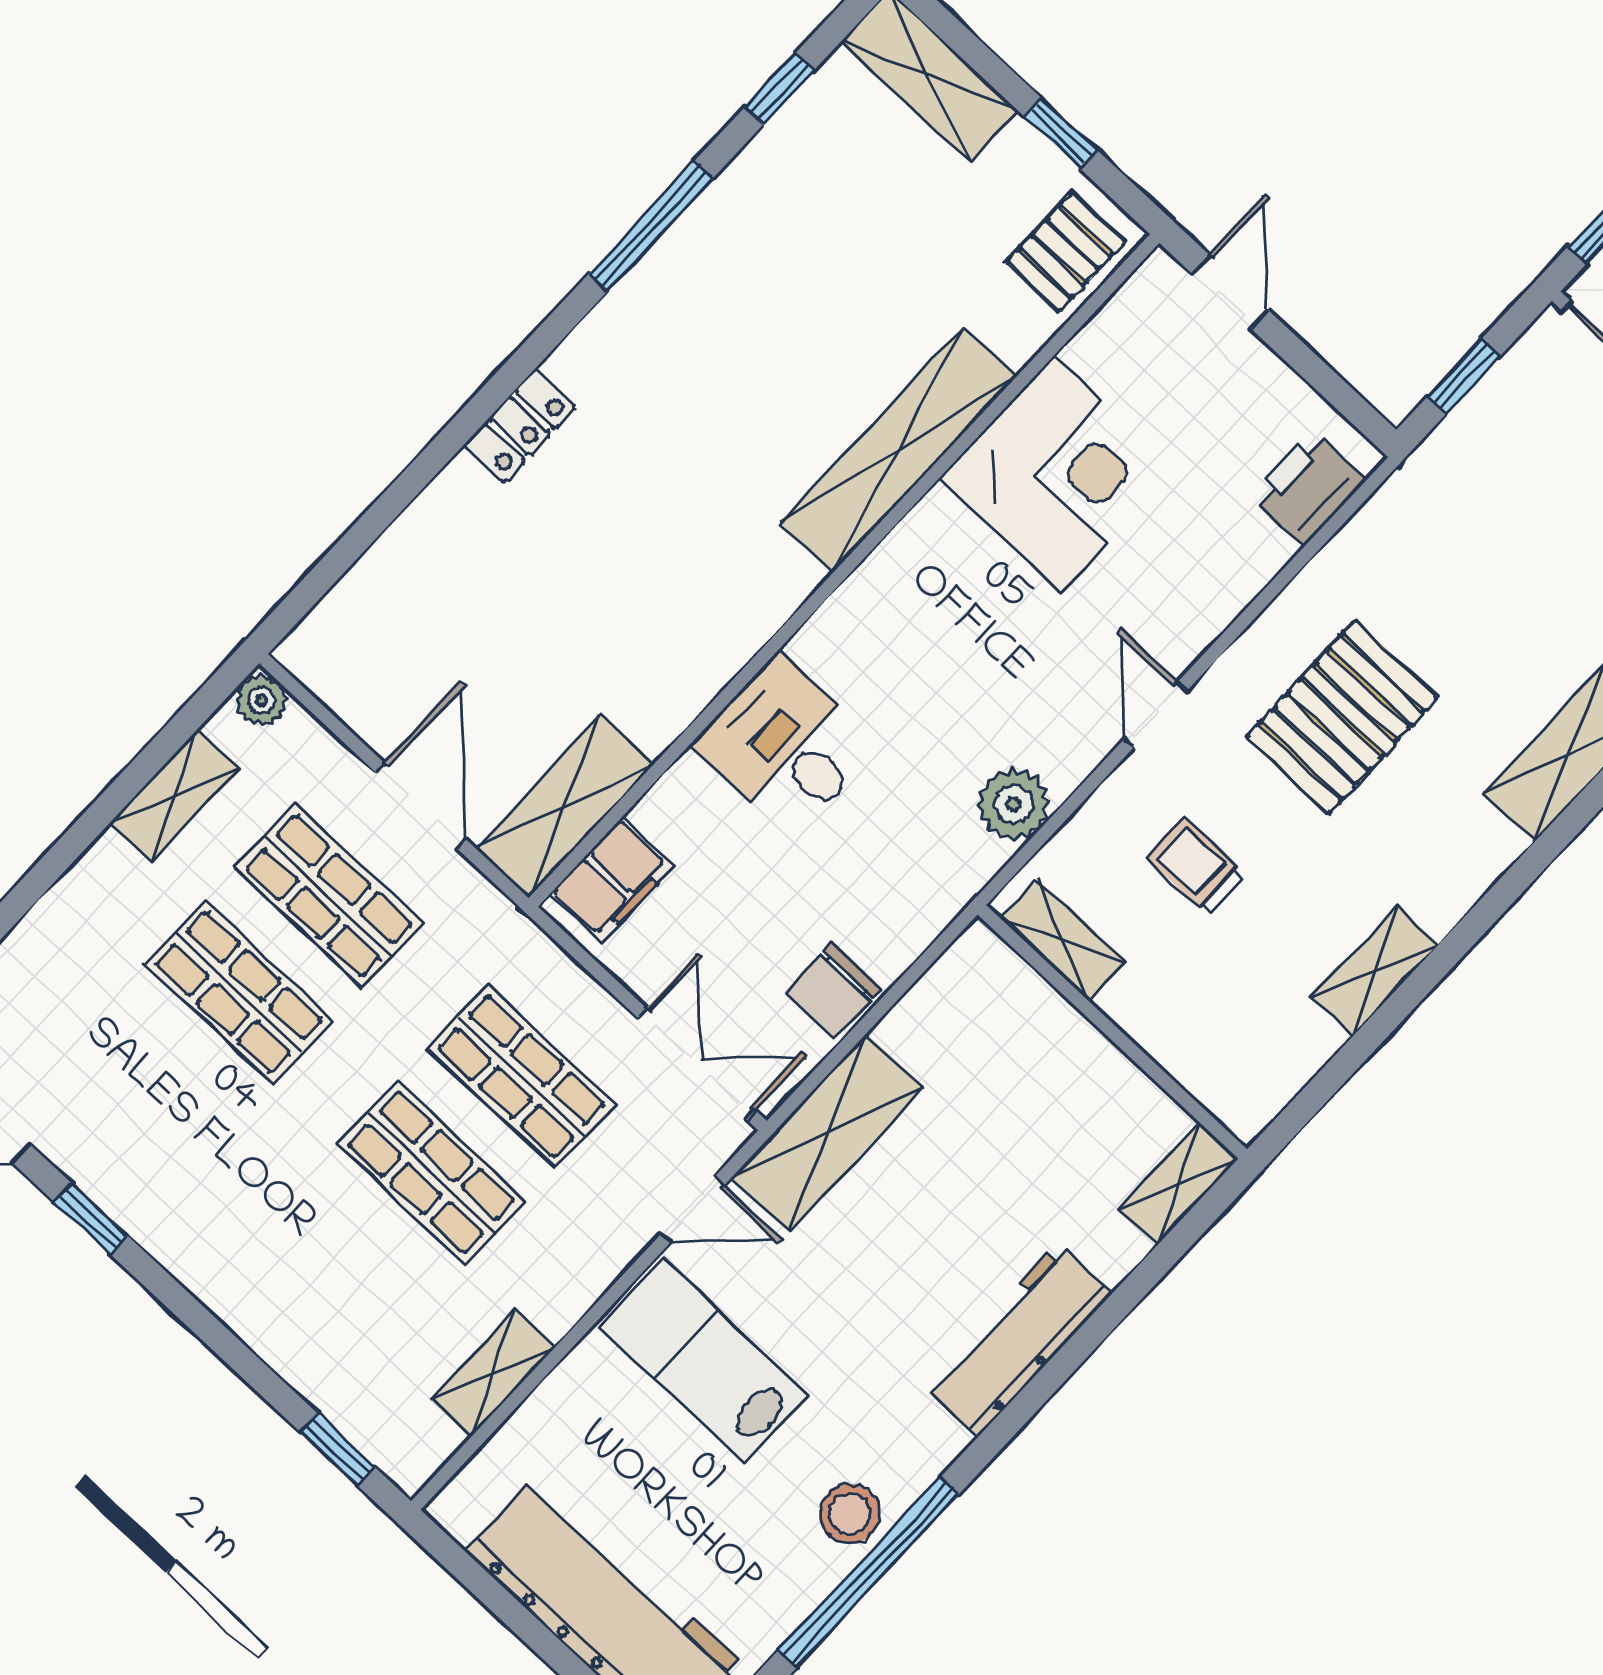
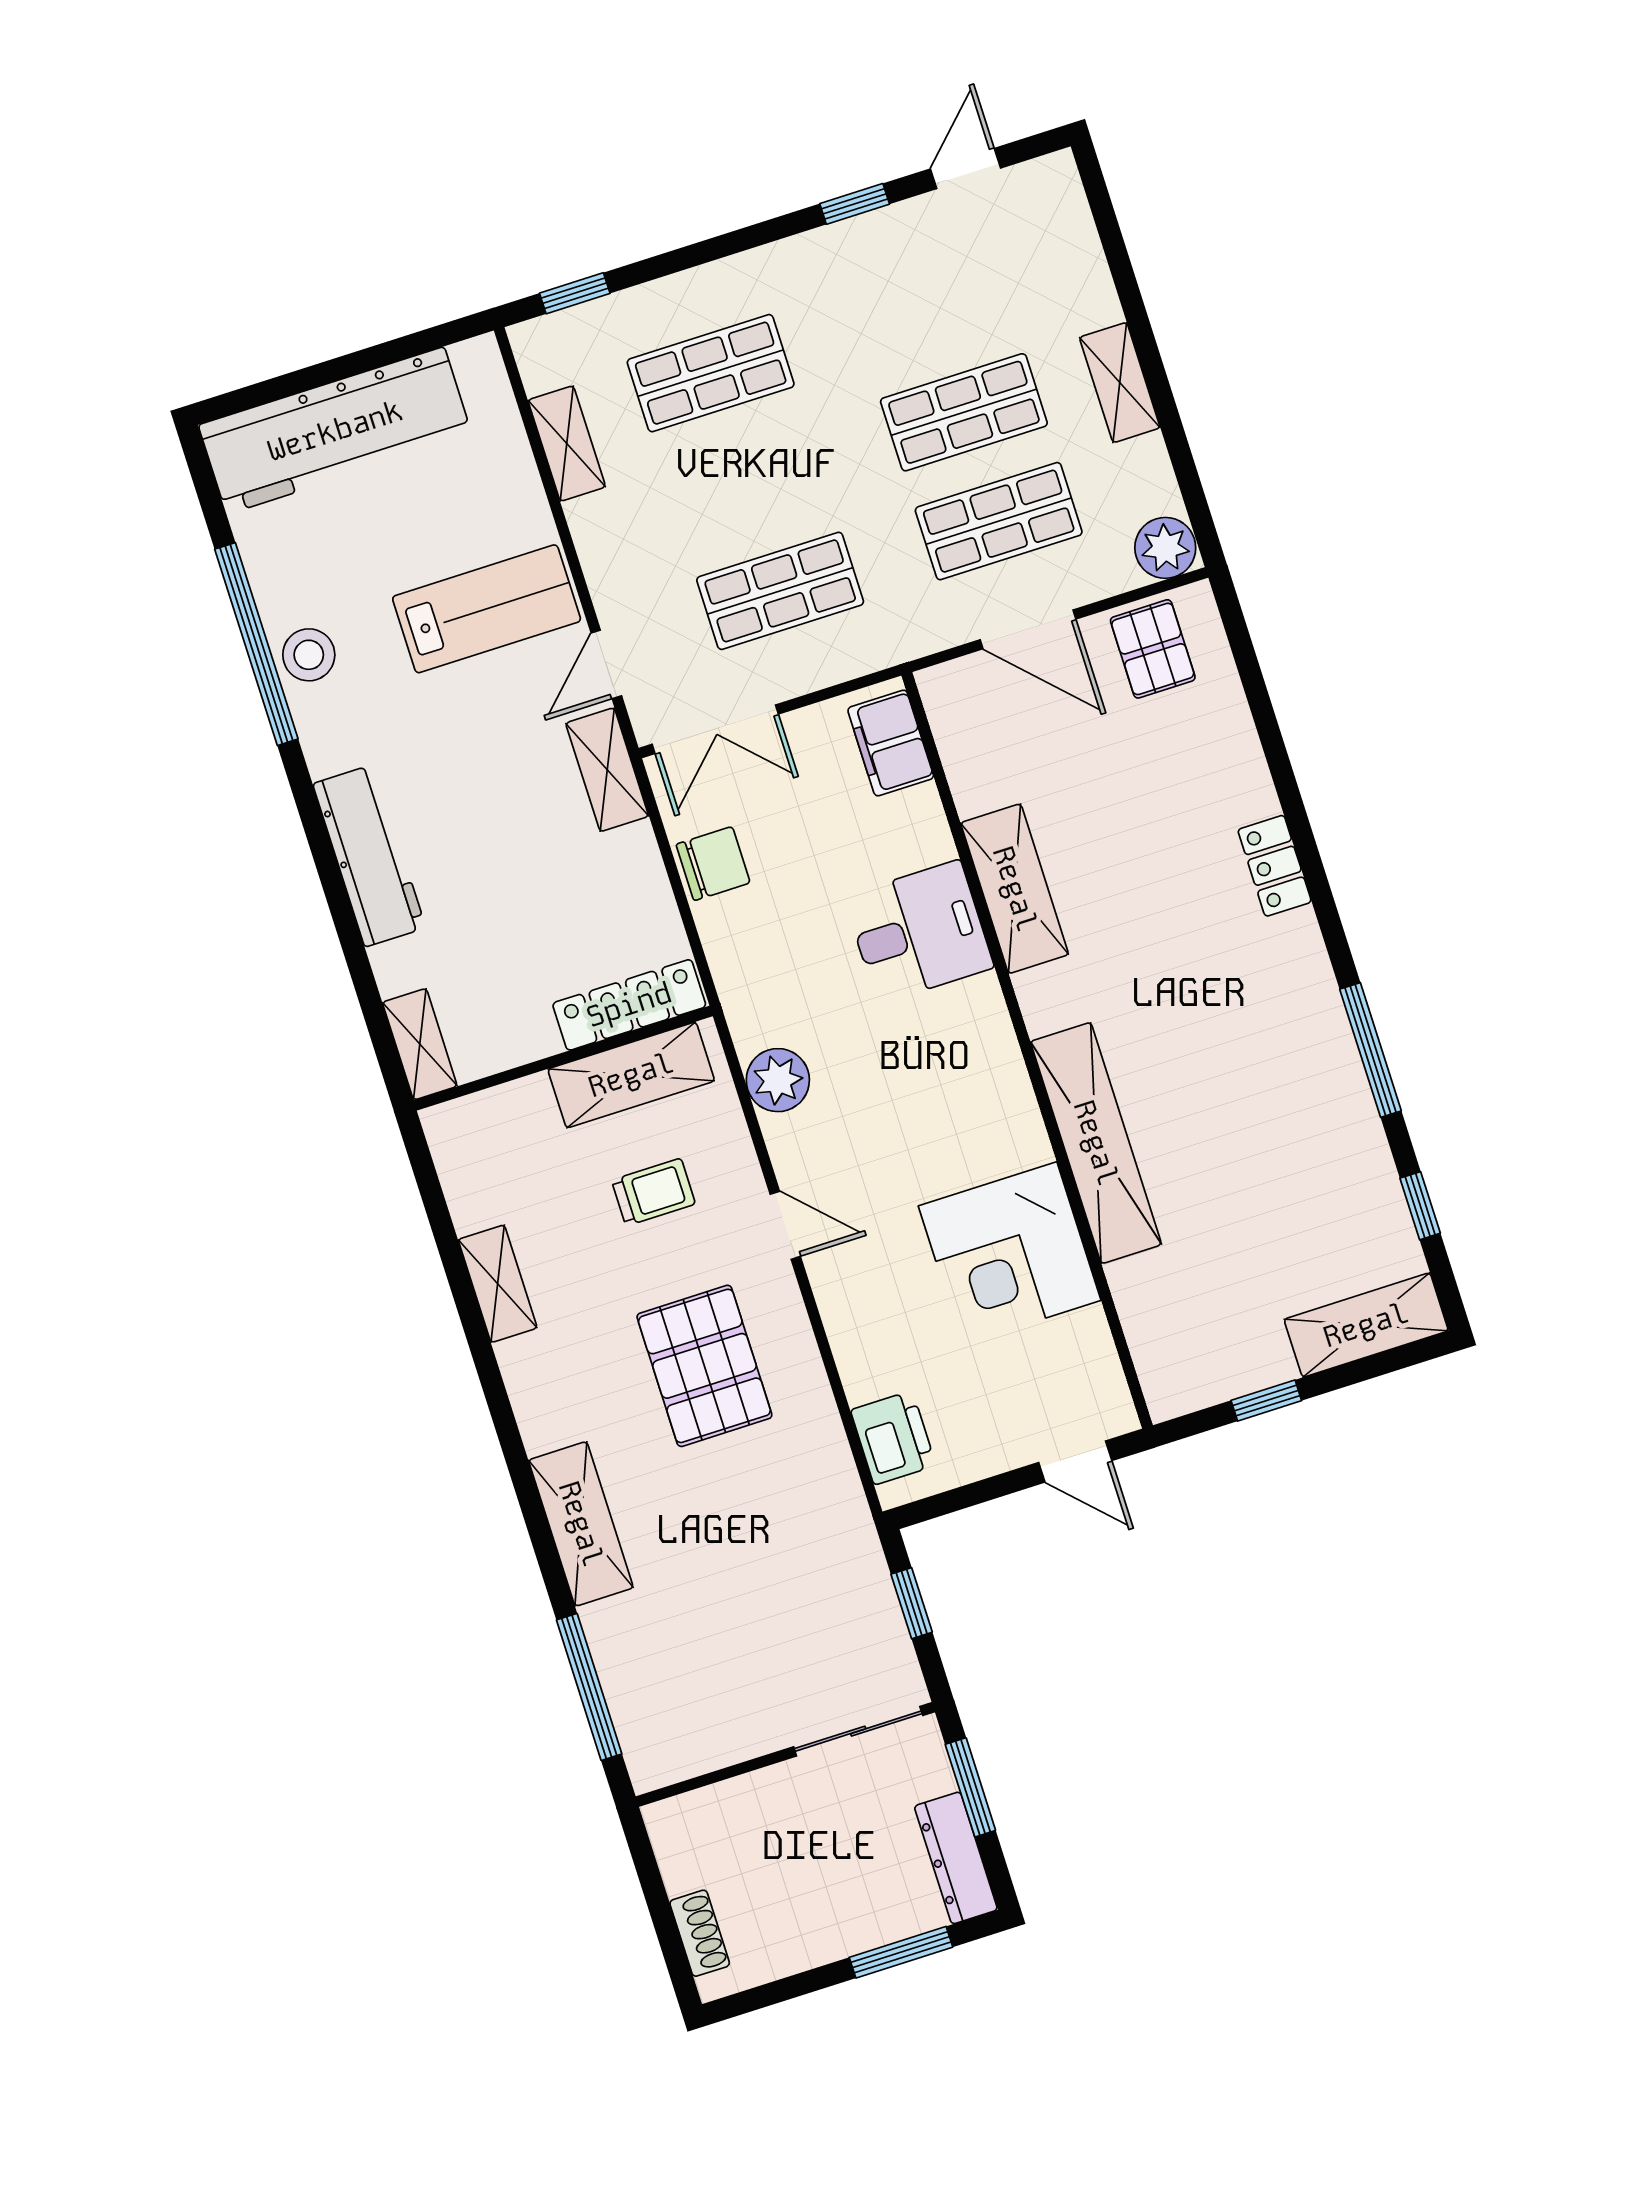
pallet: (1065, 252) -> (1153, 649), moved
plant: (262, 700) -> (1165, 548), width x1.38, depth x1.38
shelving: (174, 796) -> (1120, 383), moved
shelving: (564, 807) -> (1015, 889), moved
shelving: (1063, 940) -> (631, 1075), width x1.50, depth x1.33
chair: (833, 991) -> (713, 864), turned 90
locker: (1022, 995) -> (629, 1005), added
shelving: (827, 1132) -> (607, 770), width x0.67, depth x0.75
shop shelf: (431, 1172) -> (711, 373), moved

